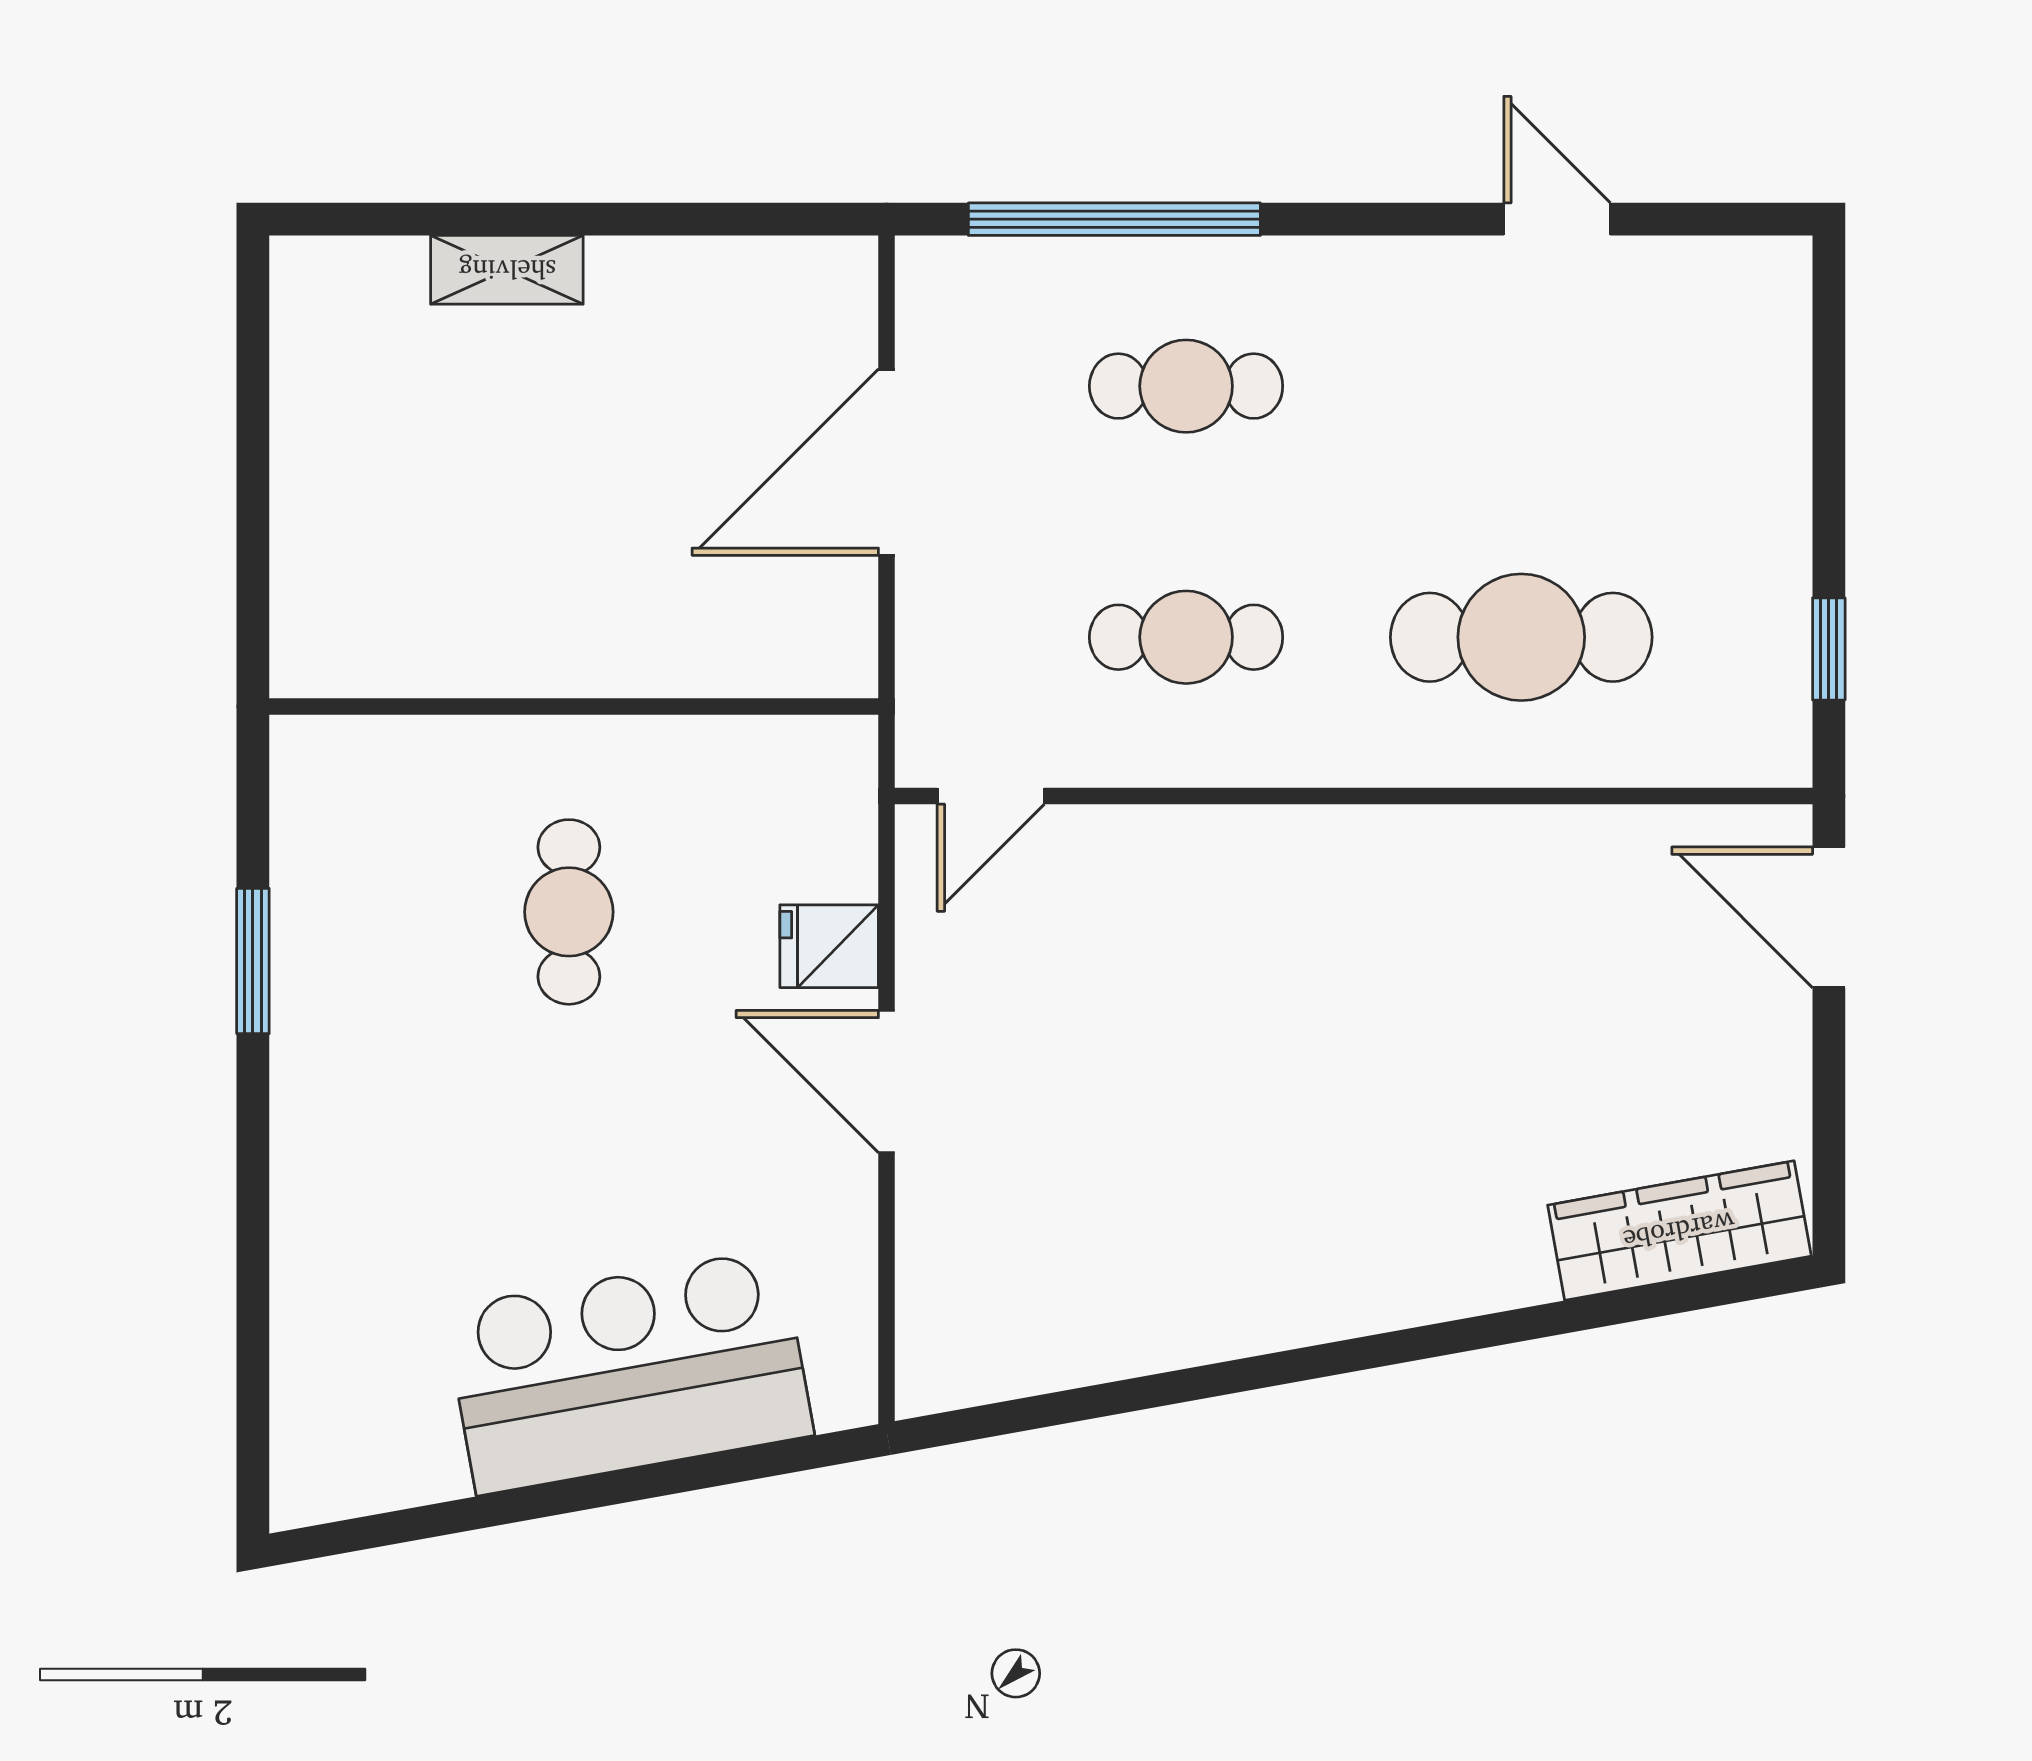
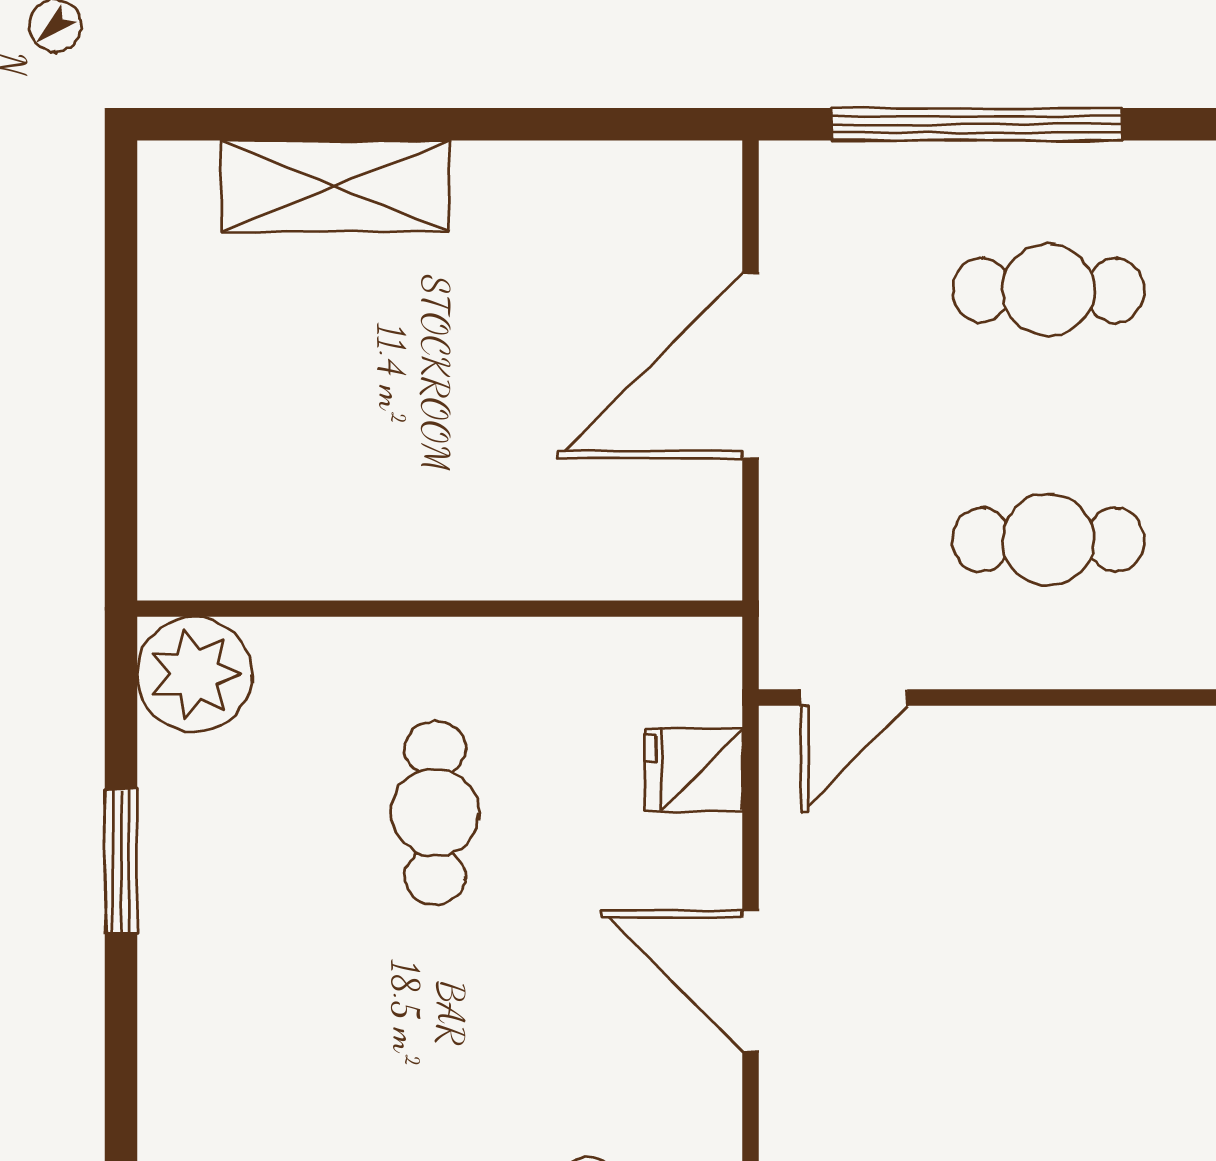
shelving: (507, 270) -> (335, 186), width x1.50, depth x1.33
plant: (327, 773) -> (195, 674), added
fridge: (829, 946) -> (693, 770), moved

